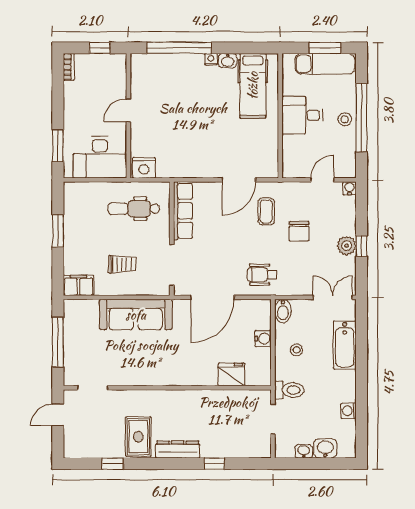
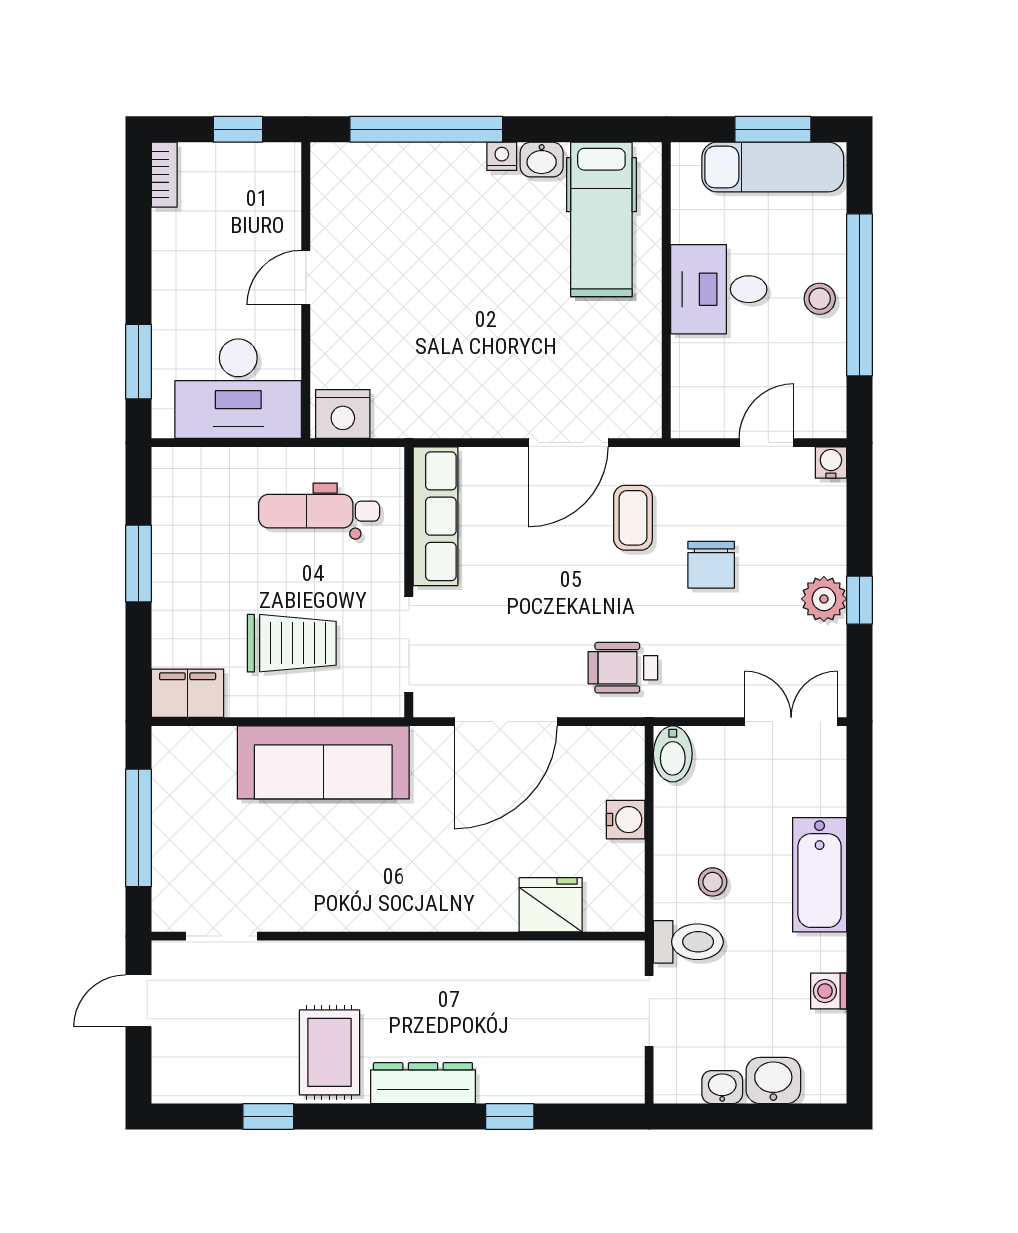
trolley: (122, 264) -> (292, 643), width x1.36, depth x1.39
bathtub: (345, 345) -> (820, 875), moved
stool: (297, 350) -> (713, 882), moved

